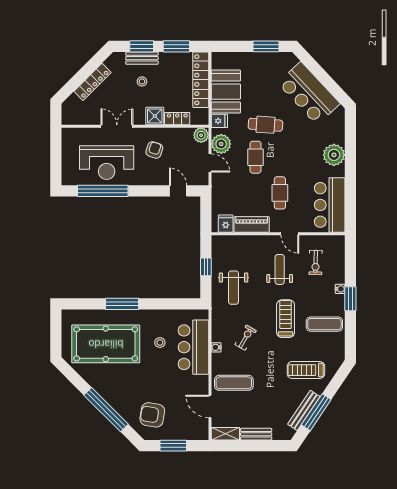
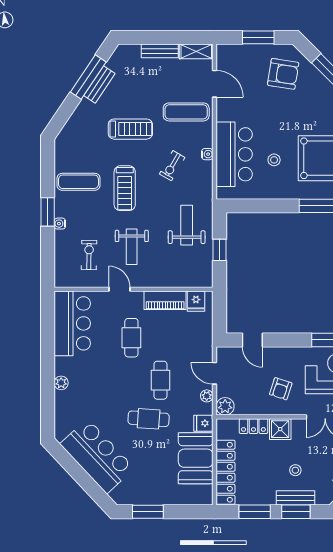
plant: (221, 144) -> (207, 396), width x0.53, depth x0.53
plant: (334, 155) -> (61, 383), width x0.53, depth x0.53
treadmill: (306, 370) -> (130, 129), moved
bench: (304, 410) -> (99, 85), width x0.73

